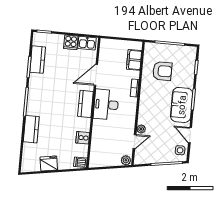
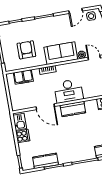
sofa: (182, 105) -> (61, 53), moved, turned 180

